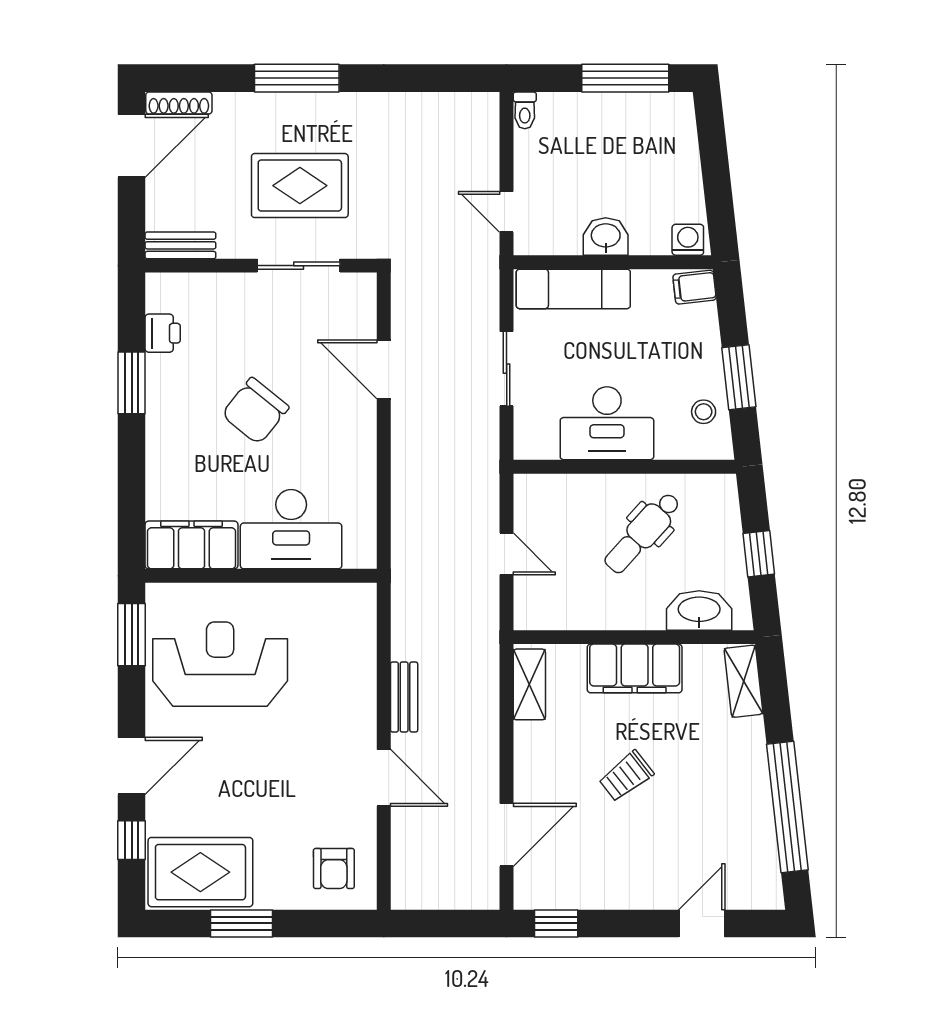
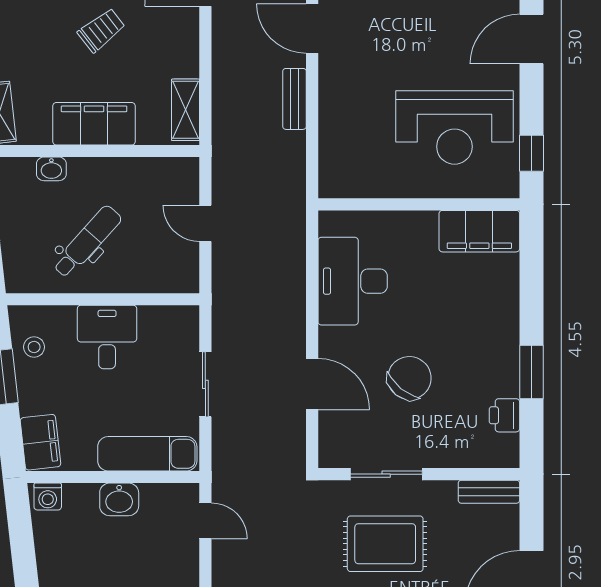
filing cabinet: (695, 287) -> (40, 442), width x2.00
chair: (255, 411) -> (409, 378), moved
desk: (607, 423) -> (107, 337), width x0.73
desk: (291, 529) -> (353, 281), moved, turned -90
washbasin: (699, 610) -> (51, 169), width x0.52, depth x0.69
window: (132, 635) -> (531, 153), width x0.67

